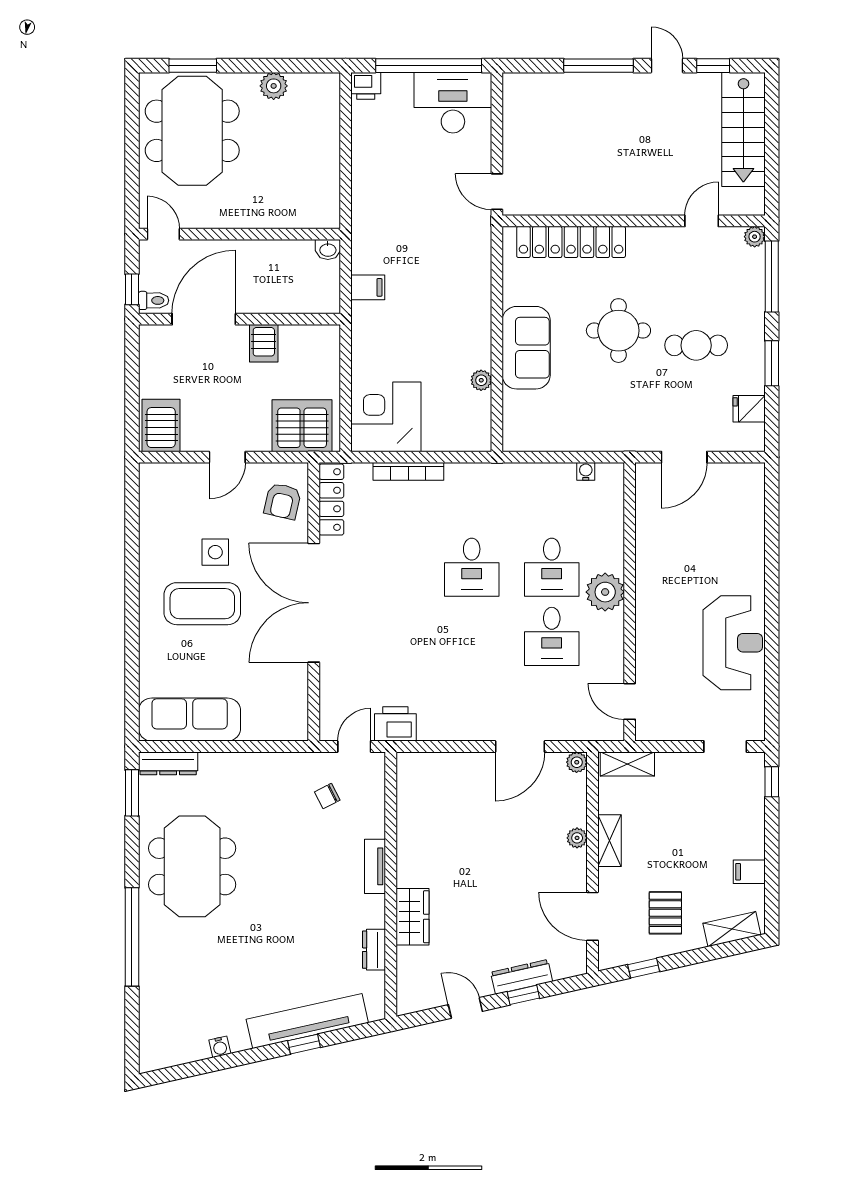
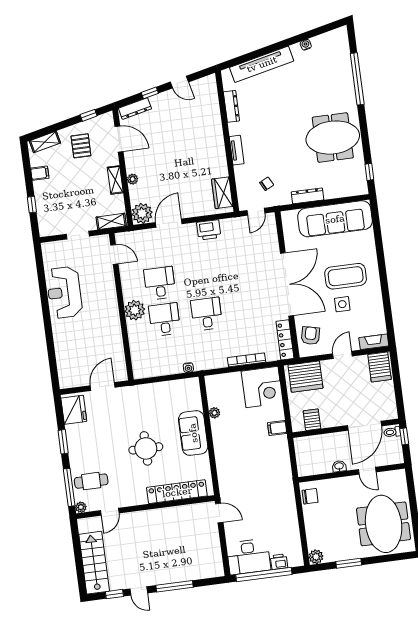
window: (193, 66) -> (349, 563), moved
plant: (274, 86) -> (316, 557), moved
printer: (366, 86) -> (279, 562), moved
chair: (323, 201) -> (310, 496), added
door: (163, 234) -> (367, 471), moved
washbasin: (328, 250) -> (339, 466), moved
filing cabinet: (368, 287) -> (277, 428), moved
server rack: (264, 343) -> (312, 420), moved
cafe table: (696, 345) -> (91, 481), moved
fridge: (749, 409) -> (74, 410), width x1.88, depth x1.34
water cooler: (586, 471) -> (188, 368), moved
fireplace: (166, 474) -> (374, 342), added
sofa: (190, 720) -> (335, 219), width x1.36, depth x1.27
printer: (395, 724) -> (209, 230), moved
doorway: (725, 746) -> (78, 235), moved
plant: (577, 762) -> (142, 213), width x1.87, depth x1.87
dresser: (168, 763) -> (308, 196), moved
window: (772, 782) -> (32, 205), moved
window: (132, 793) -> (369, 172), width x0.67
meeting table: (192, 866) -> (333, 138), turned 90
wardrobe: (413, 917) -> (222, 193), moved
window: (132, 937) -> (357, 79), moved
dresser: (374, 950) -> (231, 106), width x1.44
dresser: (522, 977) -> (135, 109), moved
window: (304, 1044) -> (262, 52), removed

